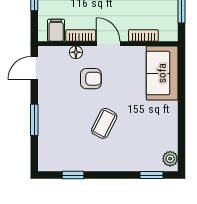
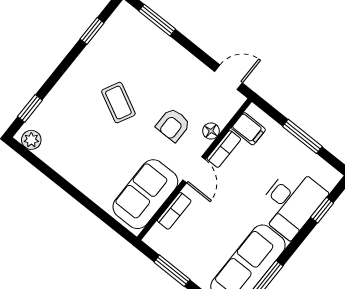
door: (108, 44) -> (194, 170), hinge flipped
door: (34, 68) -> (229, 77), hinge flipped
sofa: (162, 73) -> (145, 194), moved, turned -90
window: (34, 120) -> (157, 20), moved

